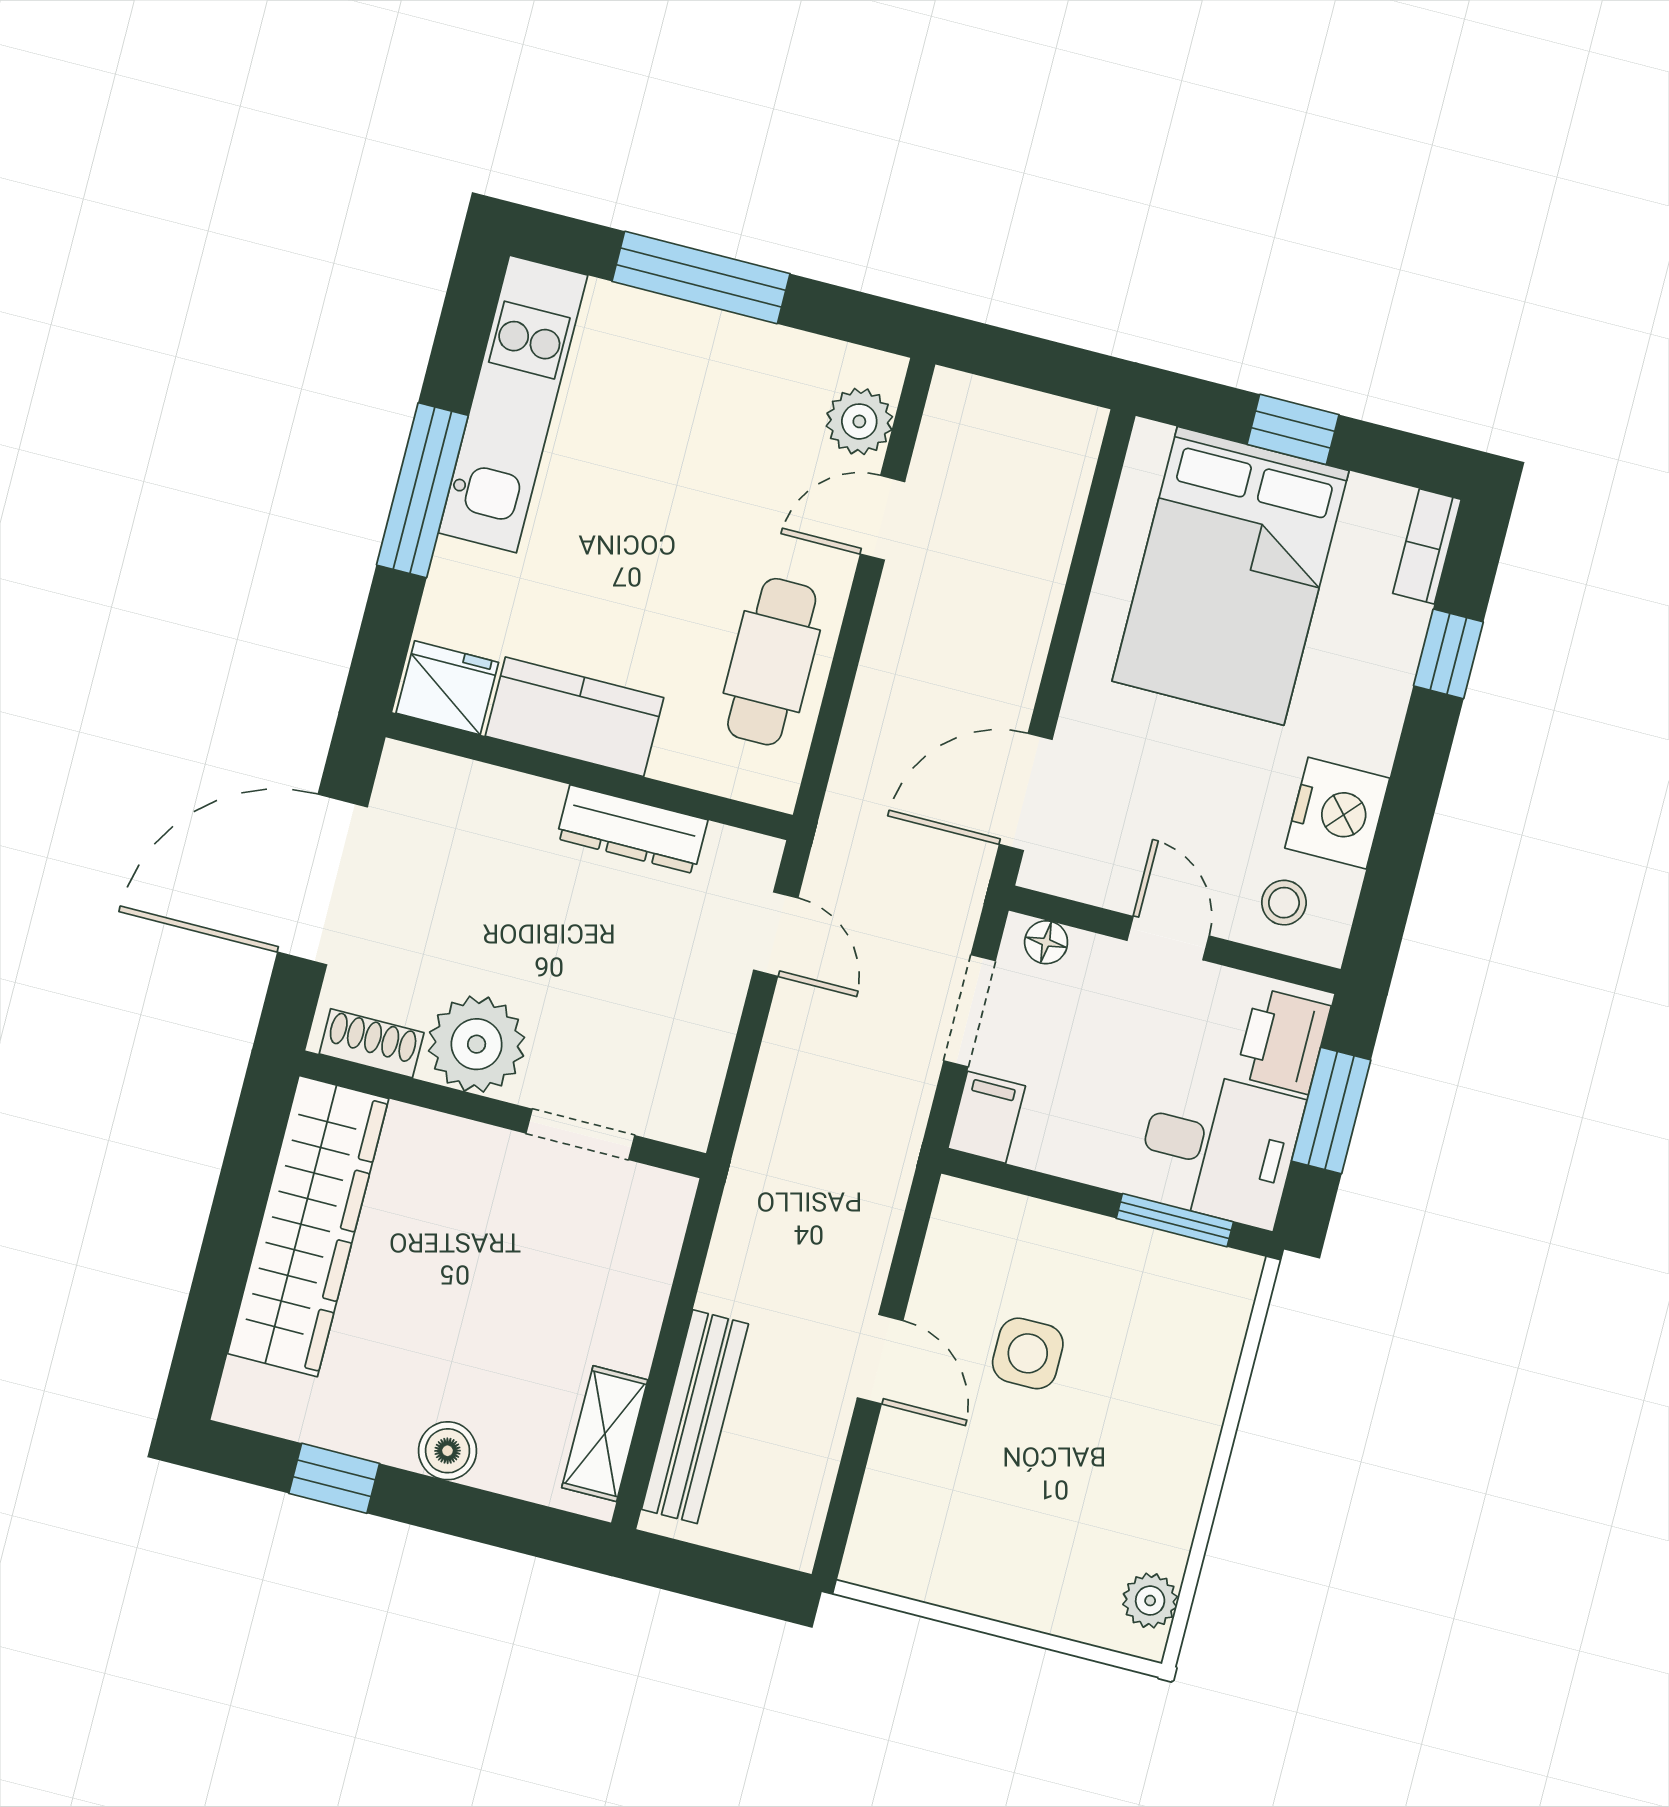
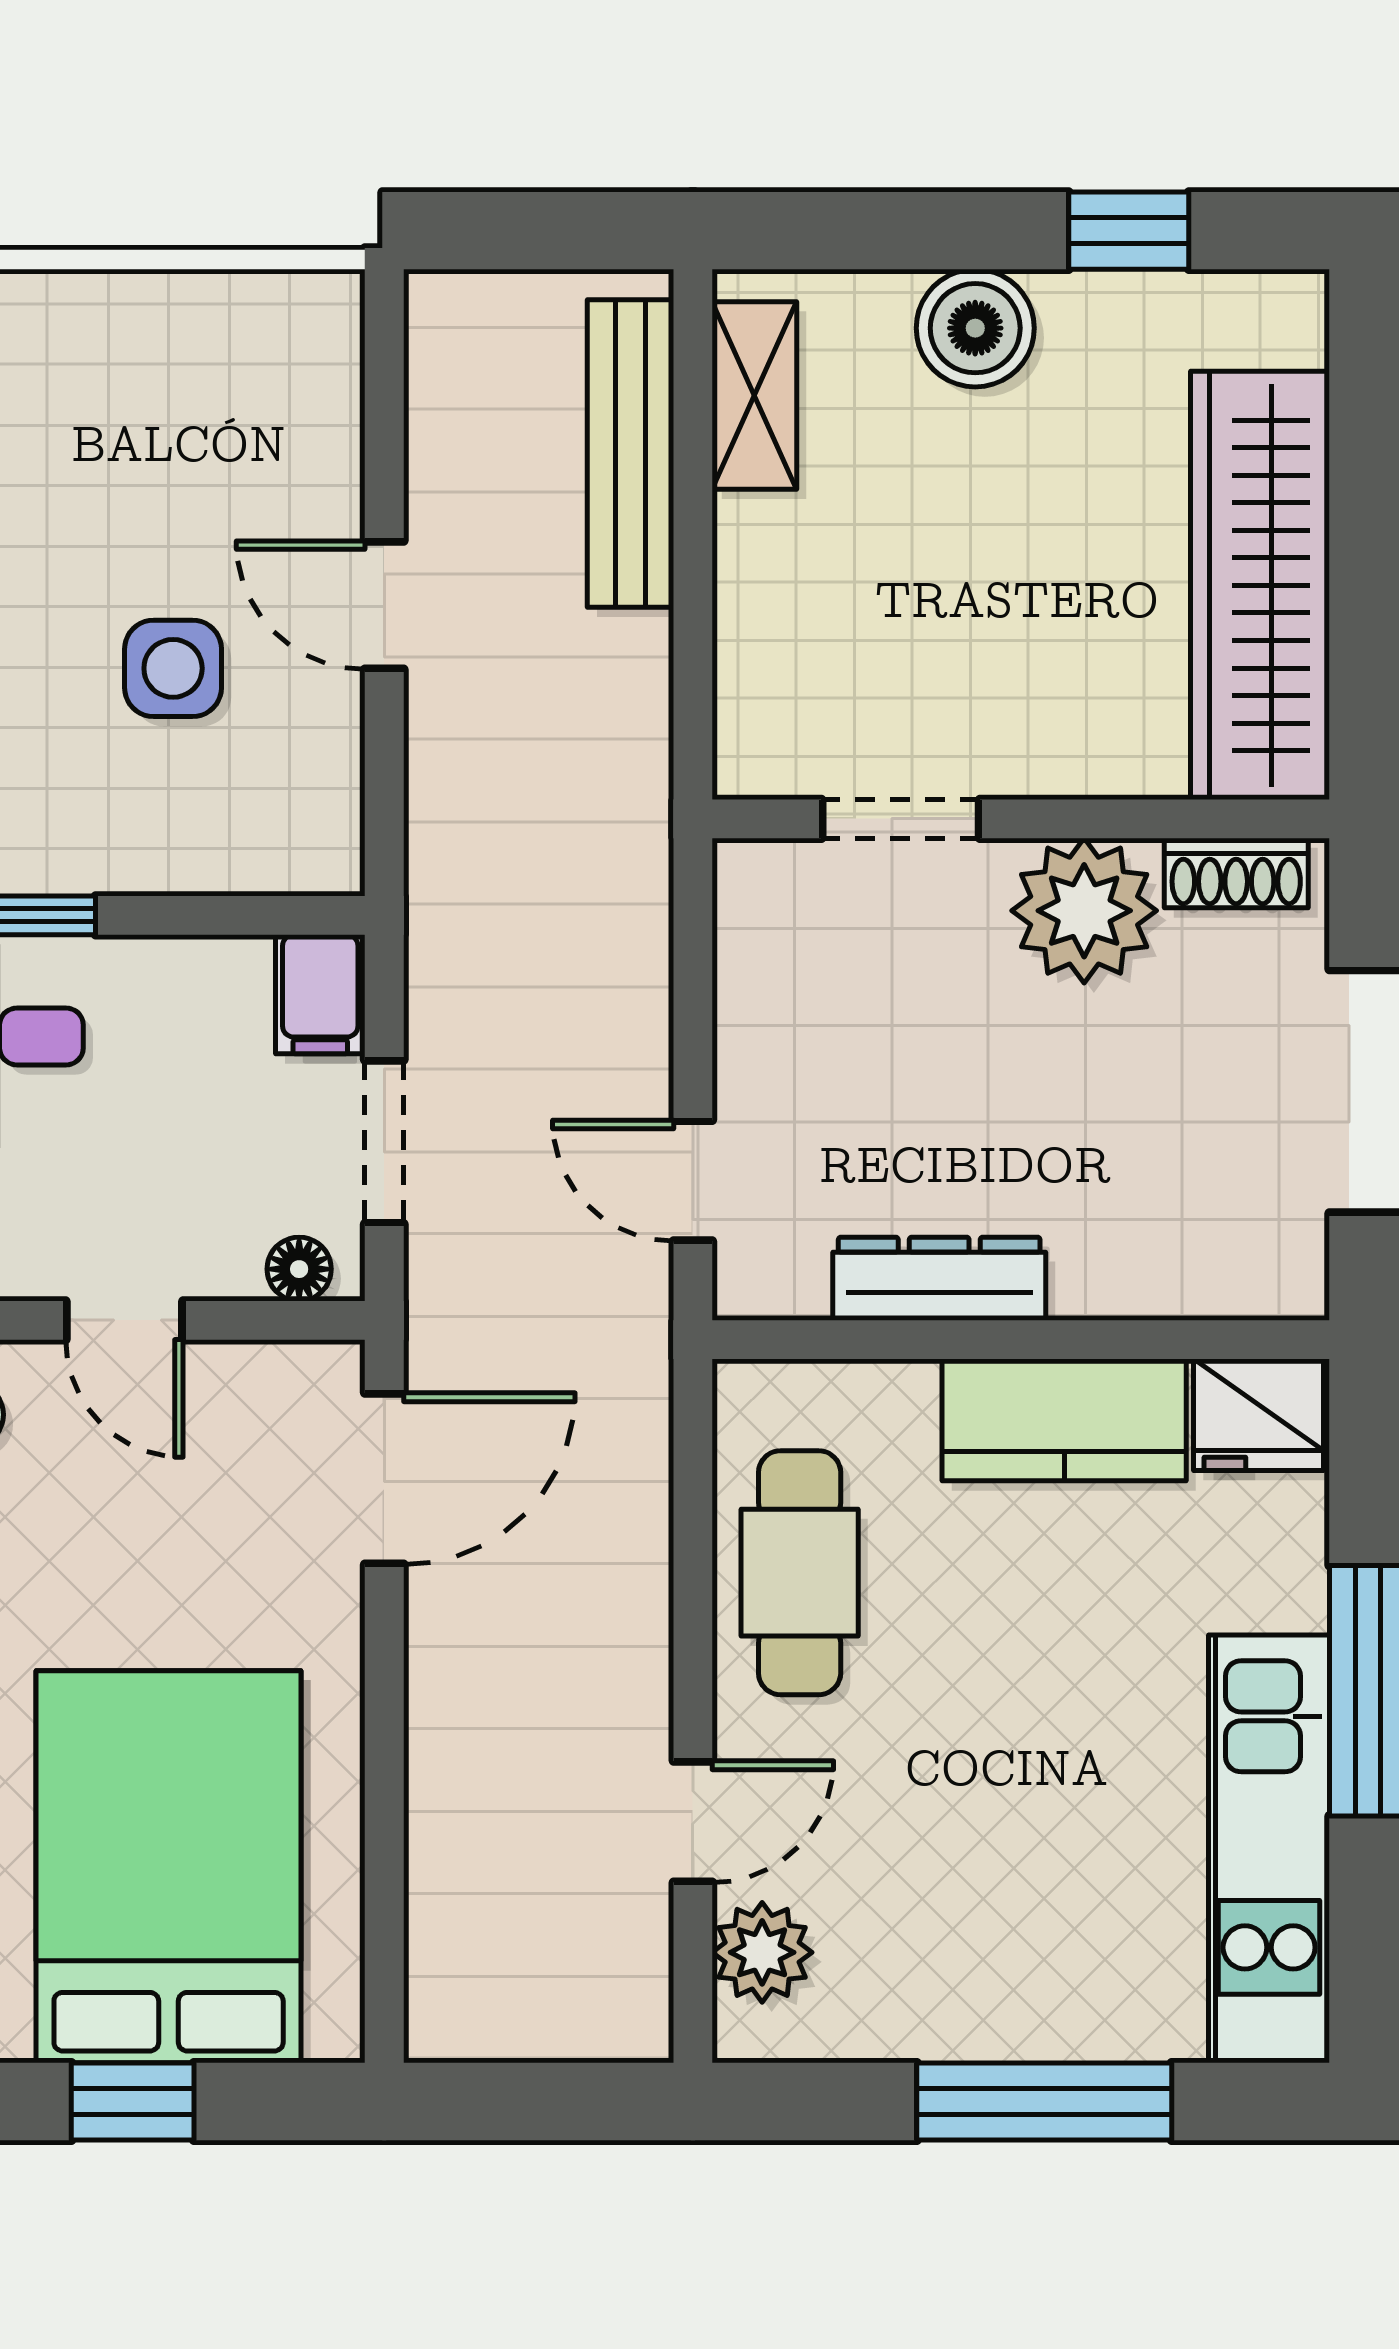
boiler: (448, 1451) -> (975, 328), width x1.36, depth x1.36

